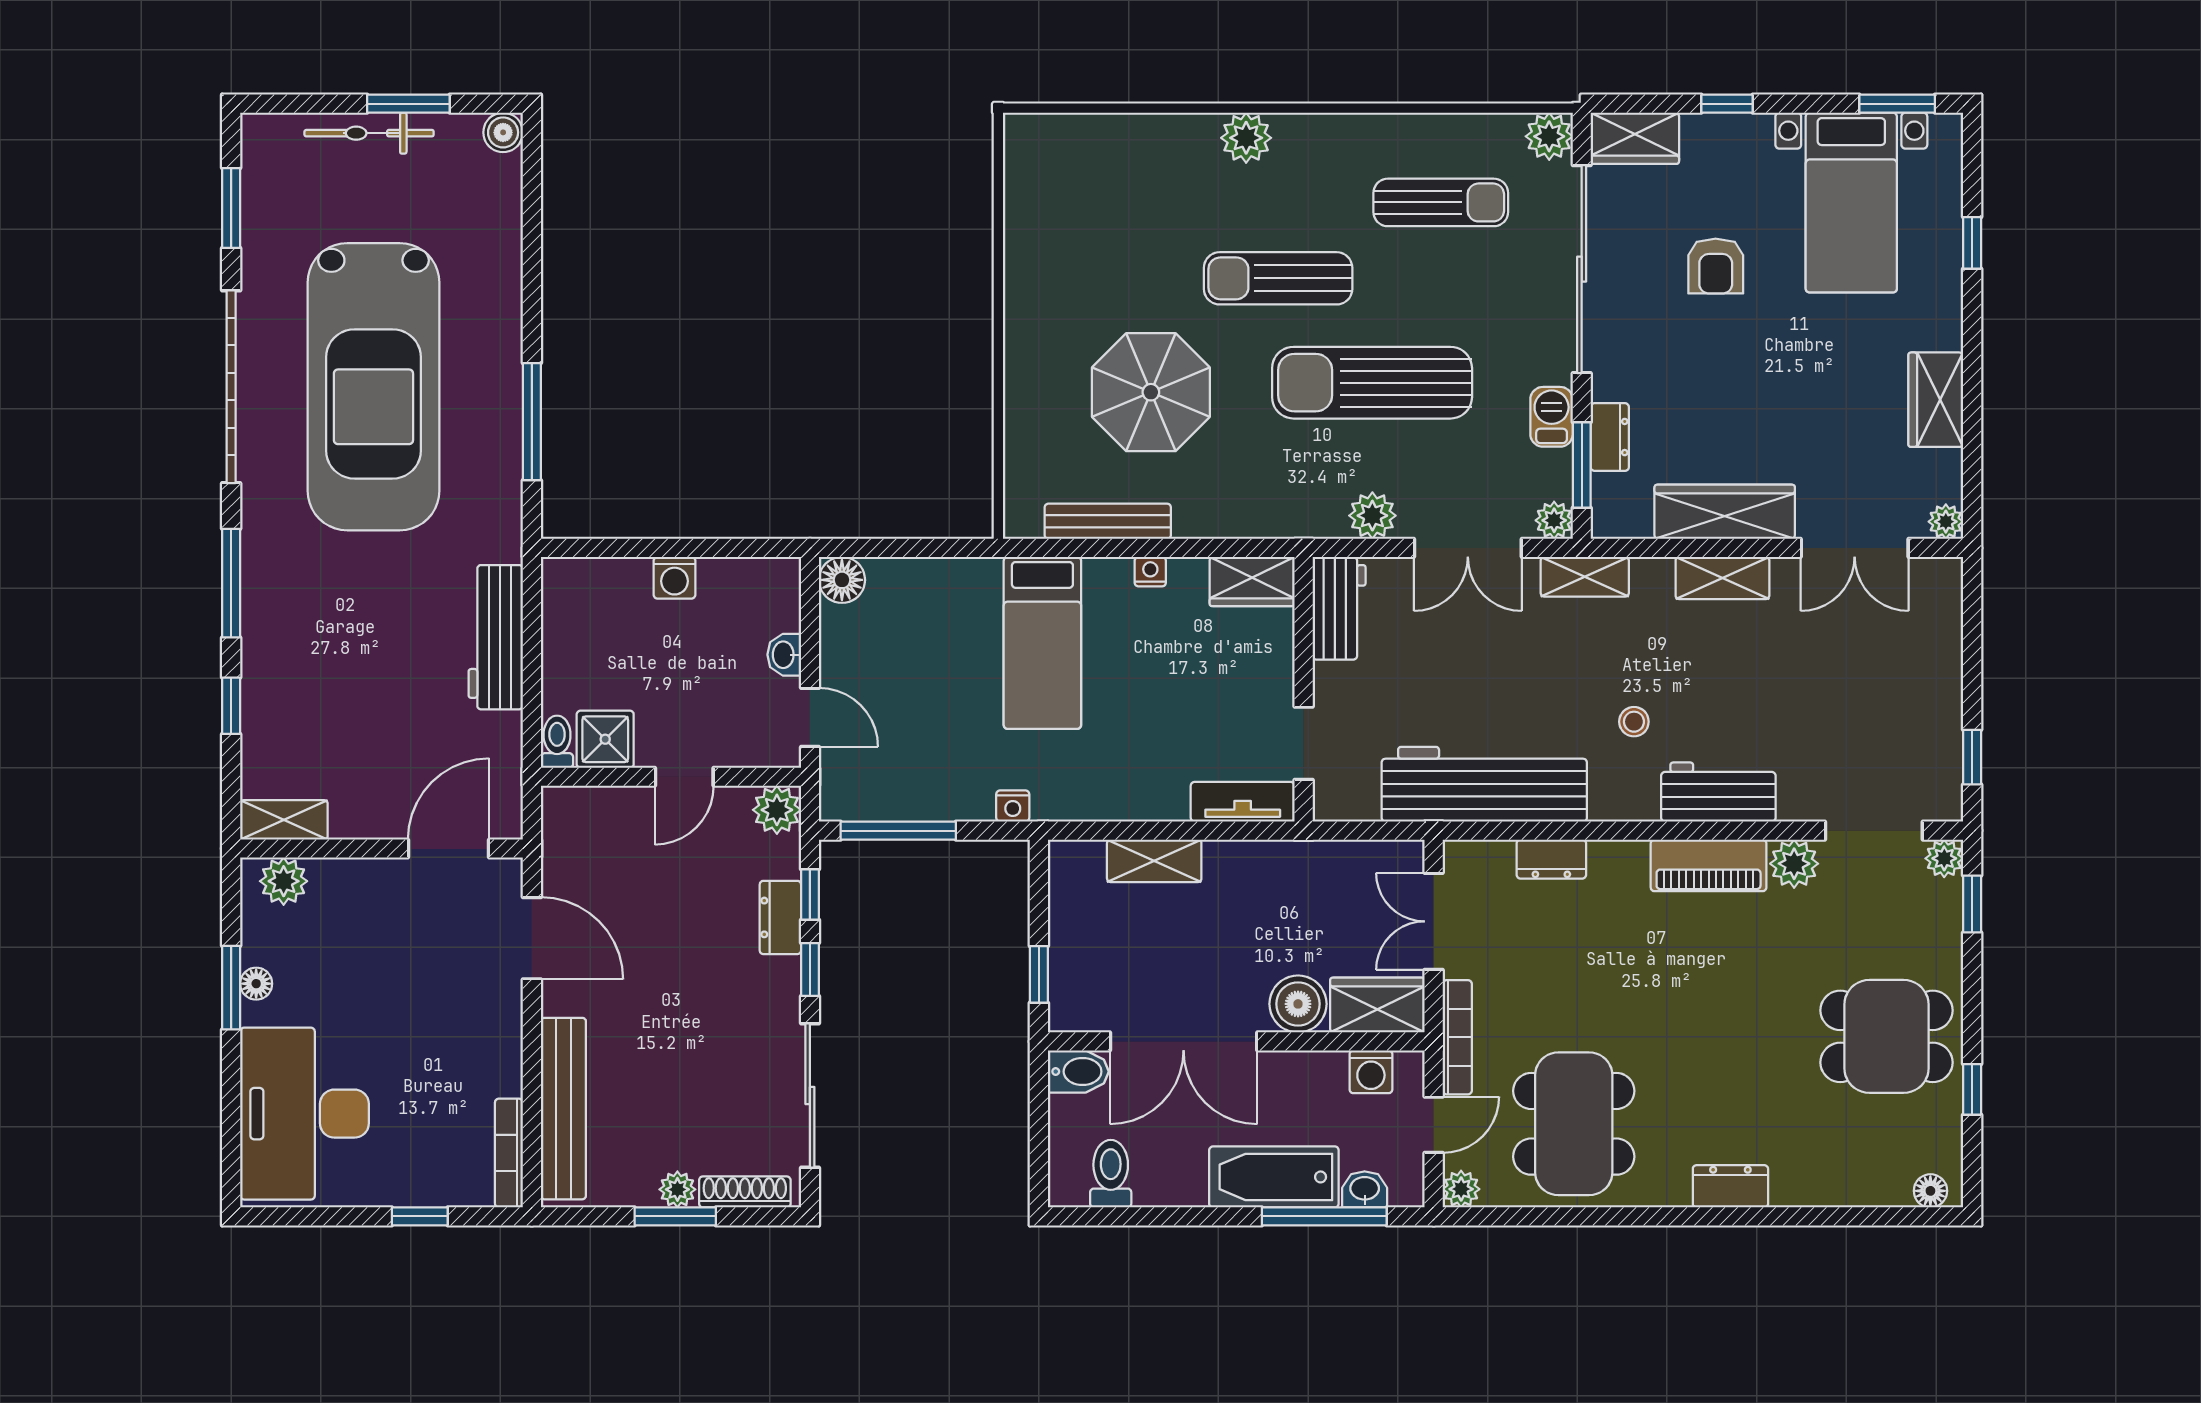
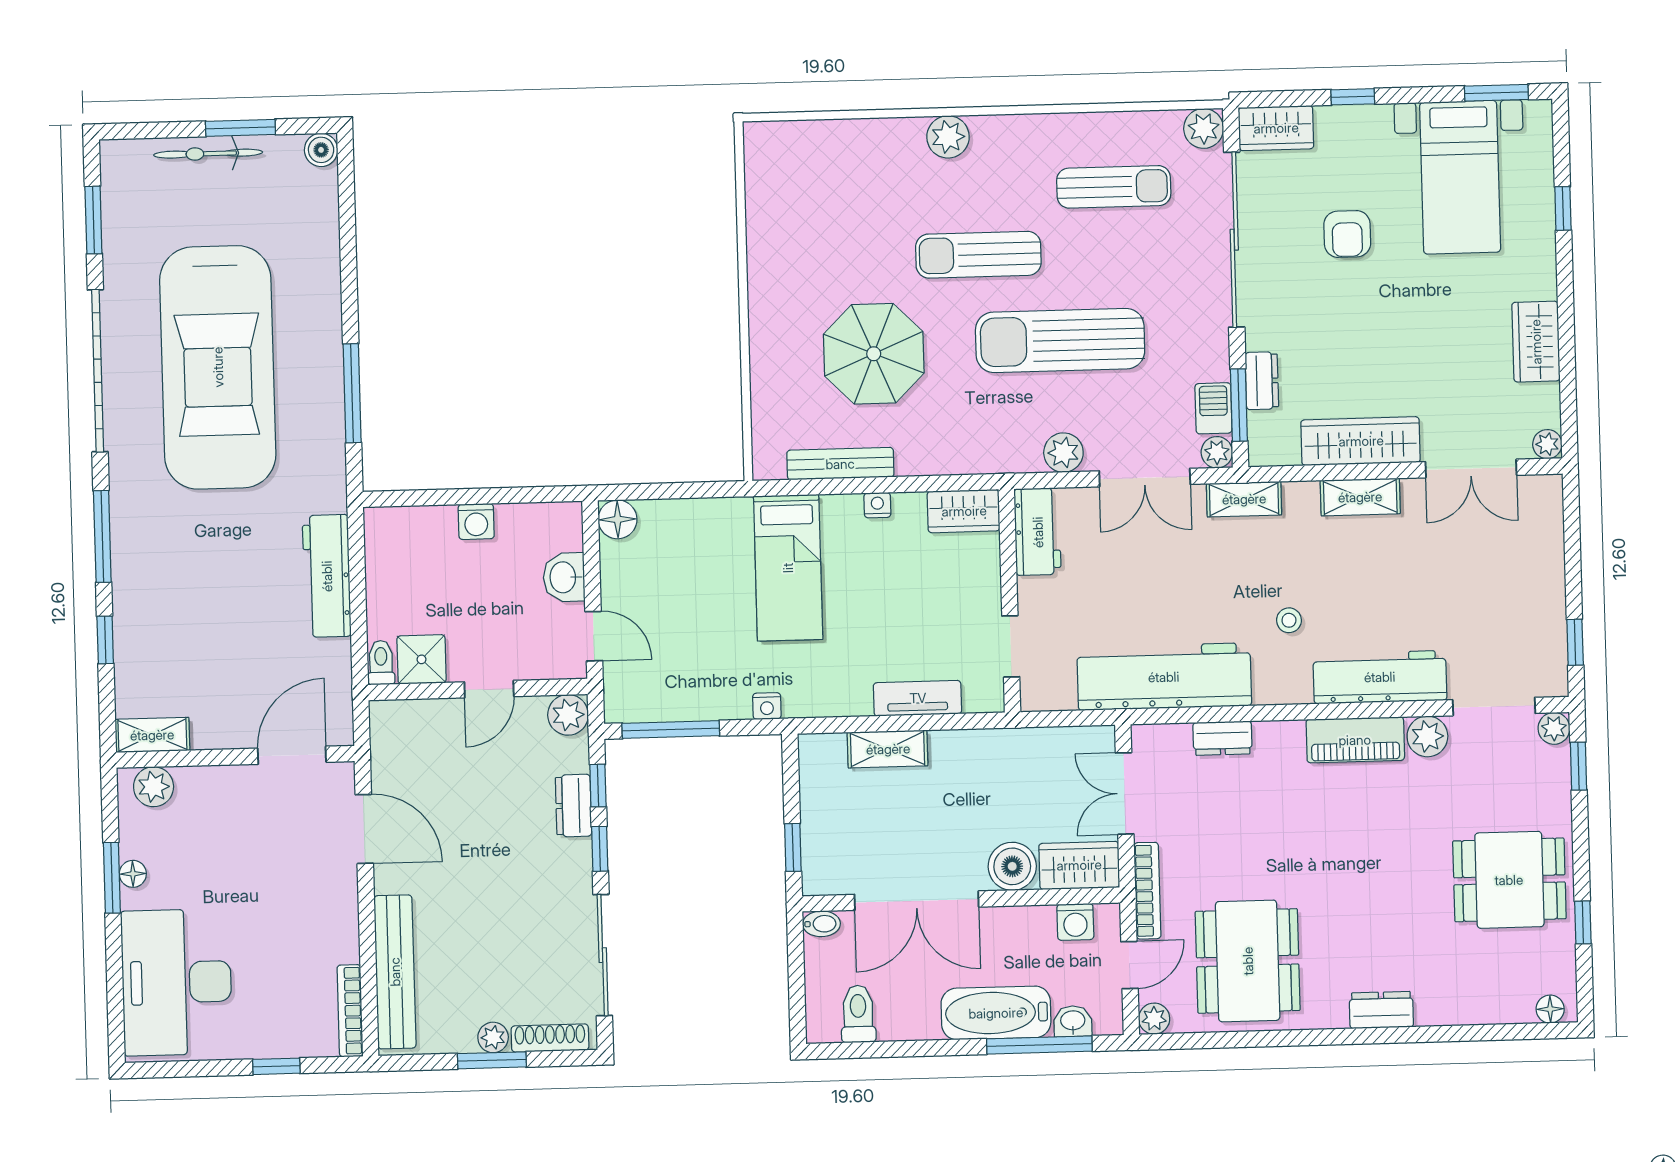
barbecue: (1552, 417) -> (1213, 408), moved
washbasin: (784, 655) -> (564, 577), width x1.38, depth x1.45
workbench: (1718, 792) -> (1380, 677), width x1.38
tv unit: (1243, 802) -> (918, 698), moved
bidet: (1078, 1072) -> (821, 924), width x0.72, depth x0.74

